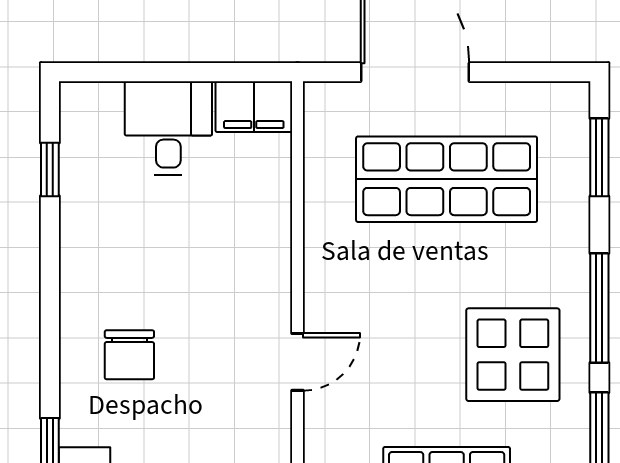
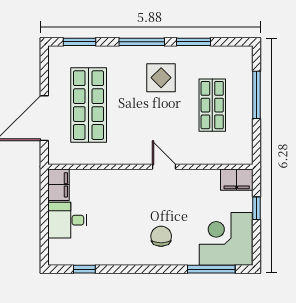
chair: (129, 355) -> (161, 236), turned -90
display table: (513, 355) -> (161, 78), width x0.73, depth x0.73

